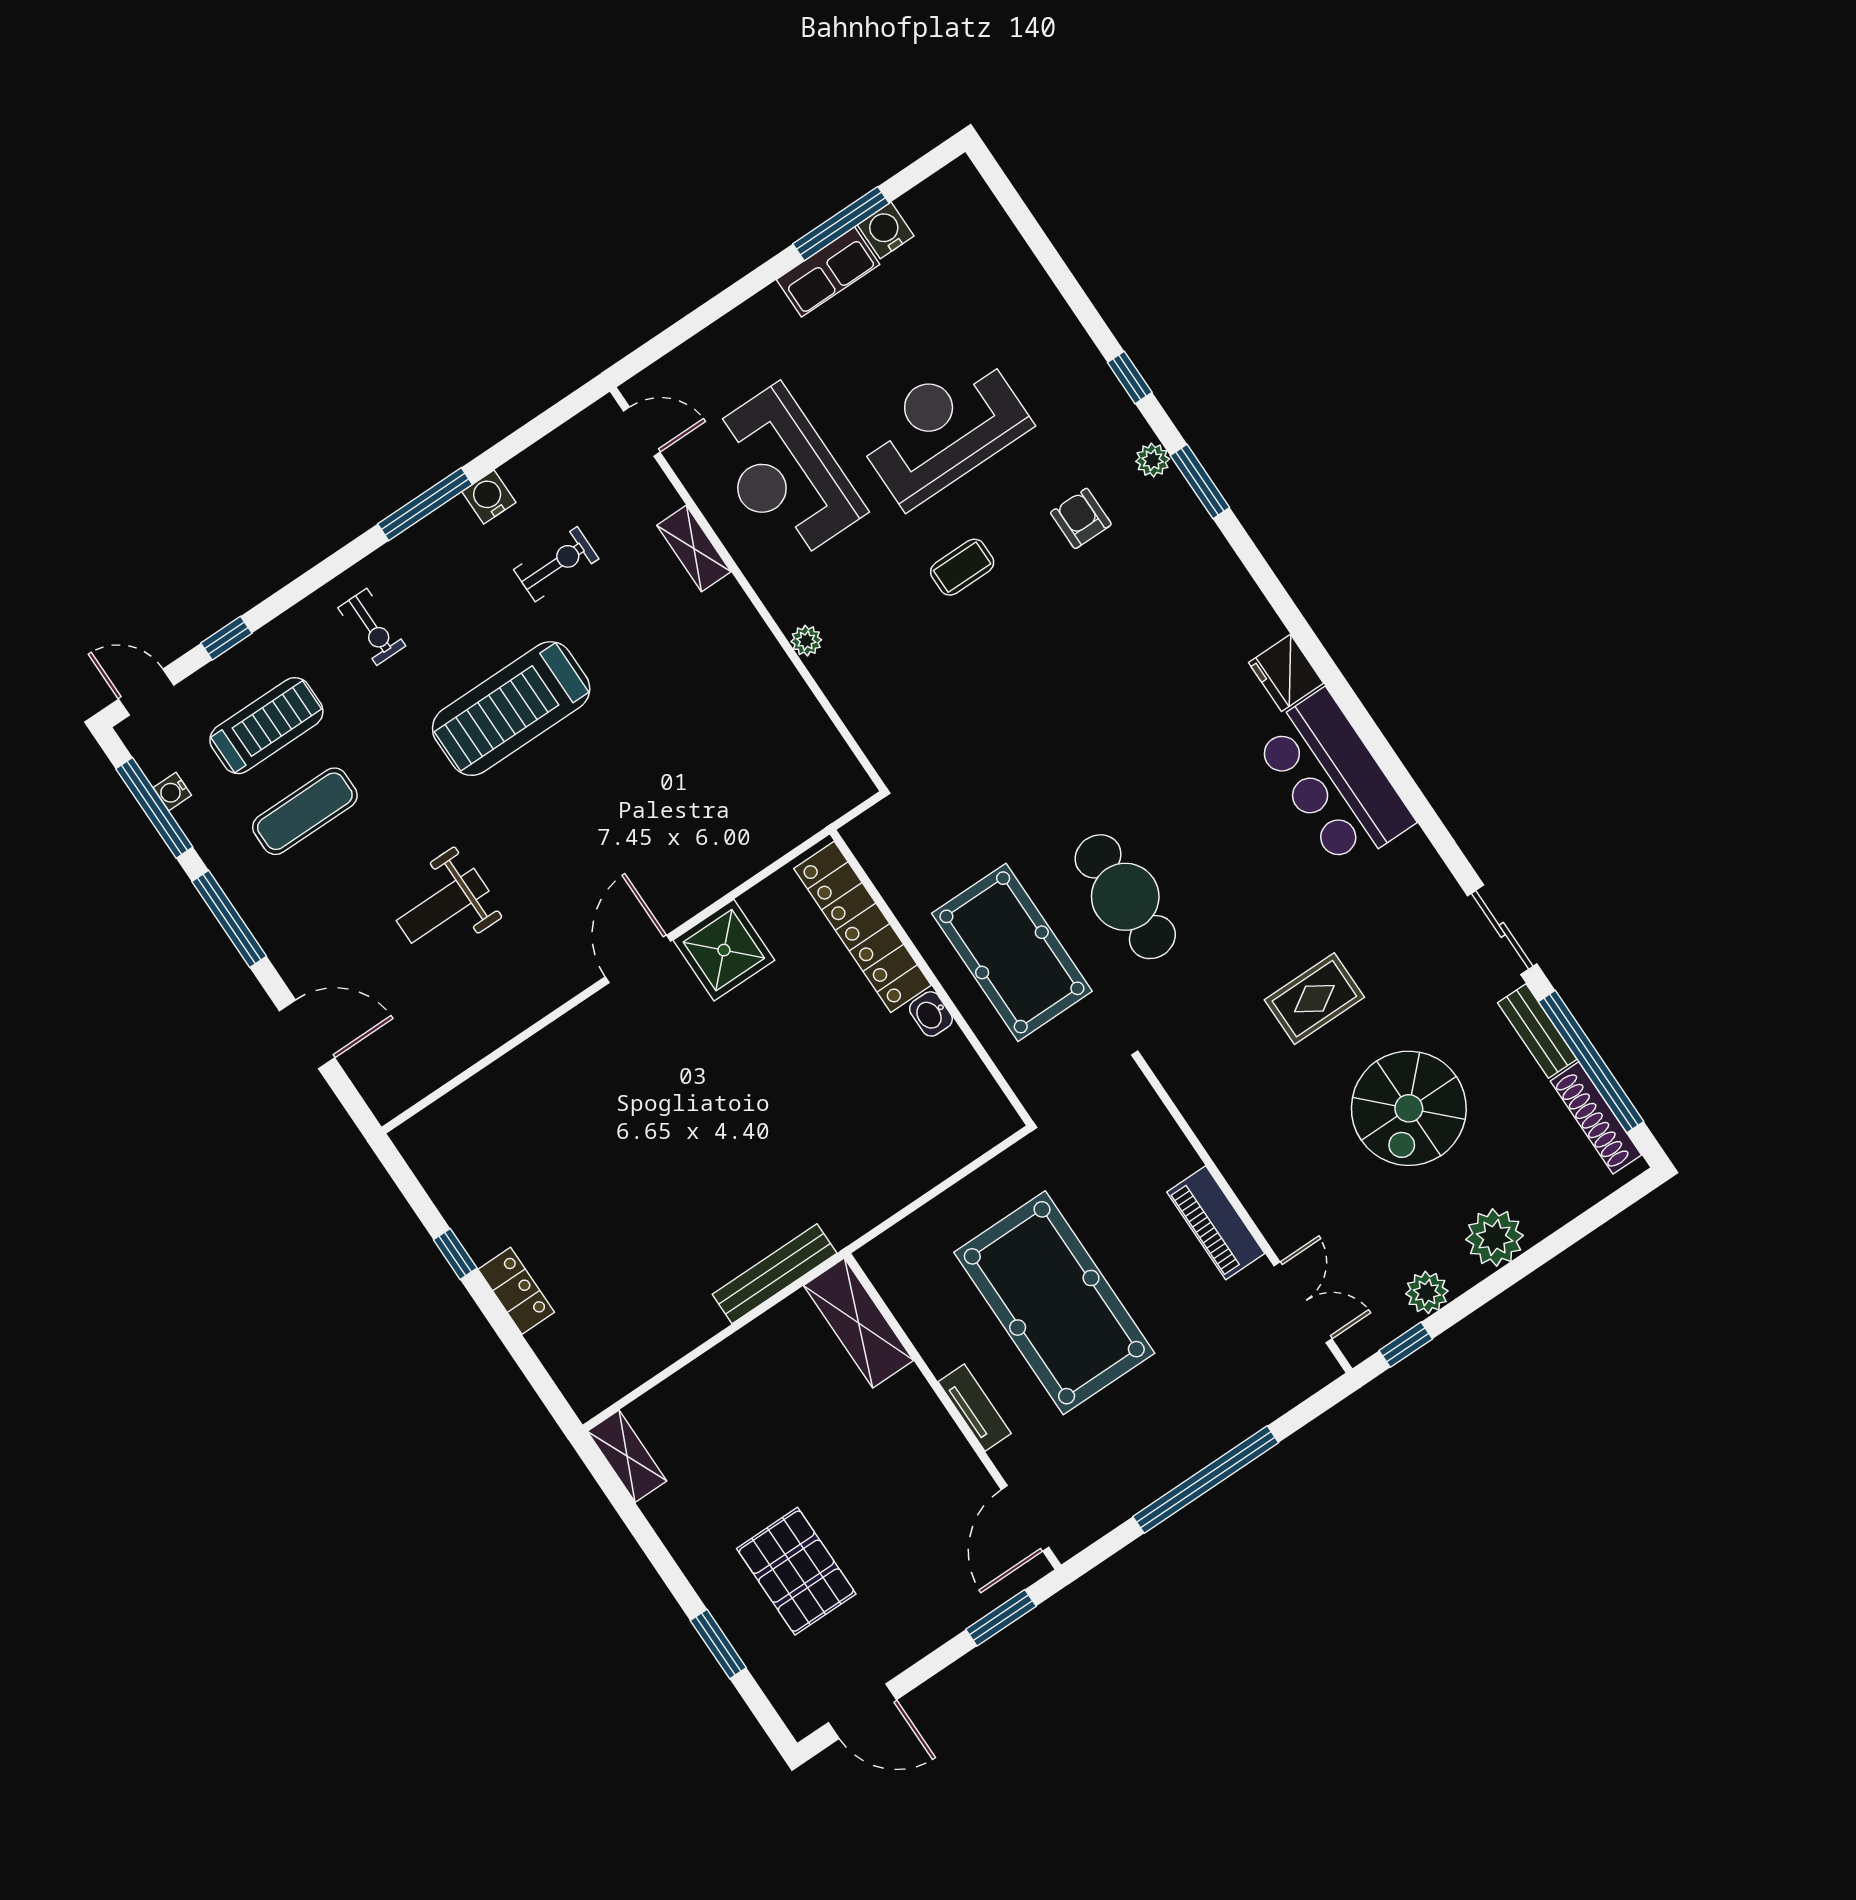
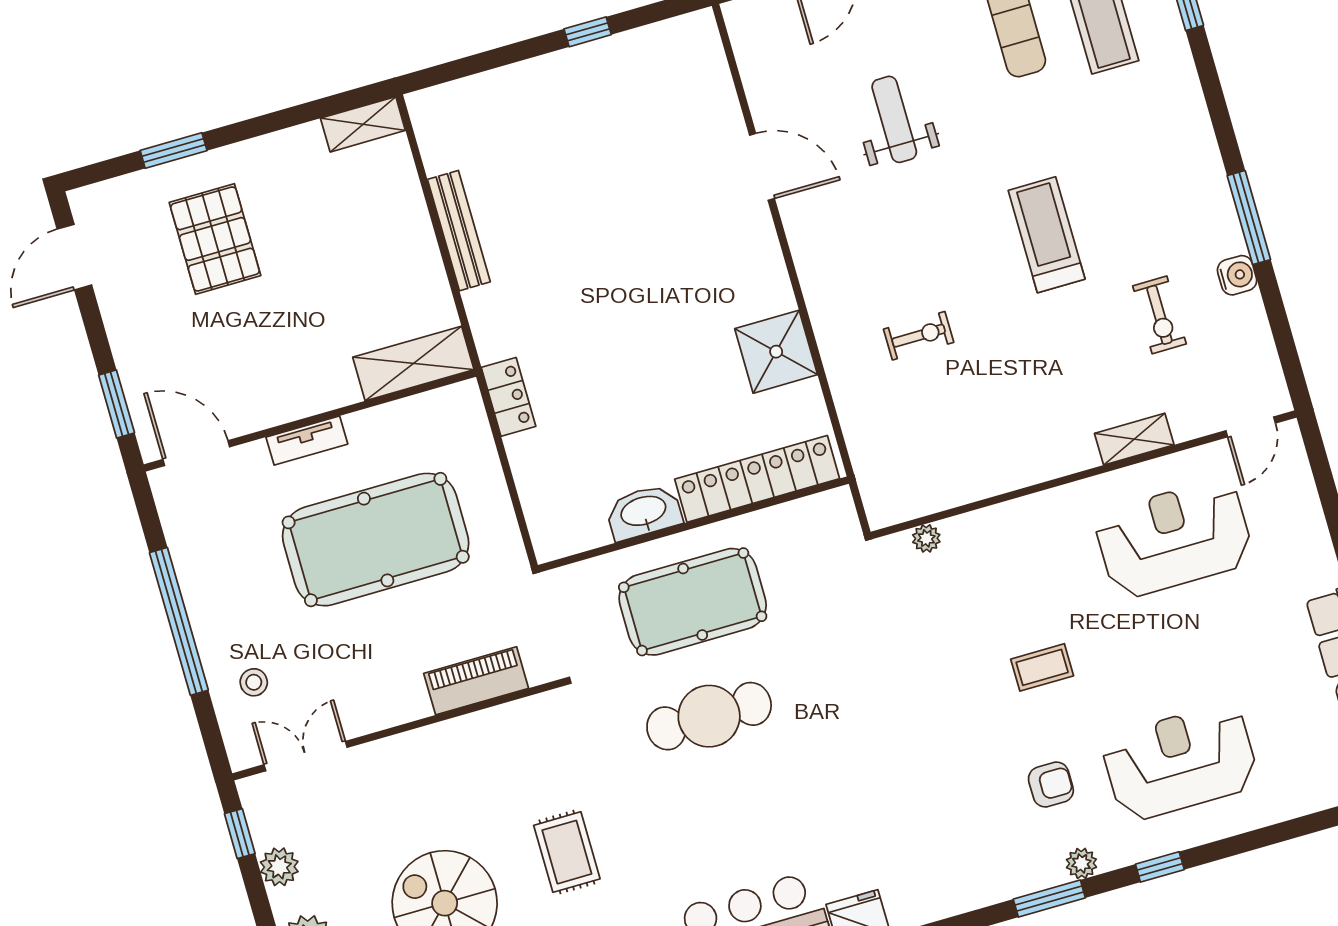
reception desk: (943, 429) -> (1180, 762), moved, turned -90
coffee table: (962, 567) -> (1042, 667), turned 90
exercise bike: (372, 627) -> (919, 336), moved, turned 180
plant: (806, 641) -> (926, 538), moved
treadmill: (511, 709) -> (1047, 235), width x0.73, depth x0.73
door: (638, 959) -> (762, 167), moved
washbasin: (931, 1014) -> (644, 512), width x1.91, depth x1.45
piano: (1216, 1223) -> (476, 681), moved
bench: (775, 1274) -> (459, 231), moved
locker: (516, 1291) -> (509, 397), moved, turned -90
double door: (1303, 1302) -> (306, 756), swing flipped
stool: (1244, 1381) -> (254, 682), added
pallet: (796, 1571) -> (215, 239), turned 90

